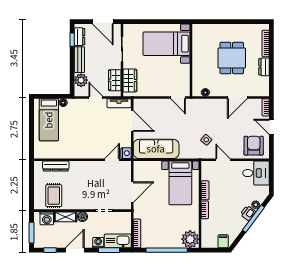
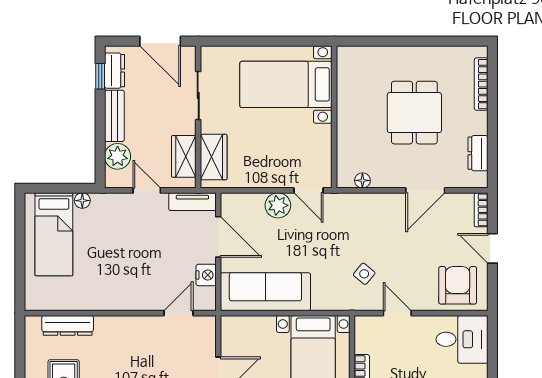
dresser: (264, 67) -> (478, 153), moved
plant: (162, 105) -> (278, 205), added
nightstand: (126, 153) -> (206, 275), moved

